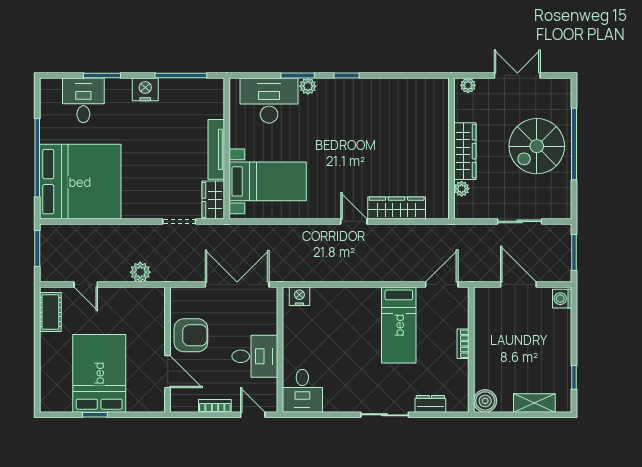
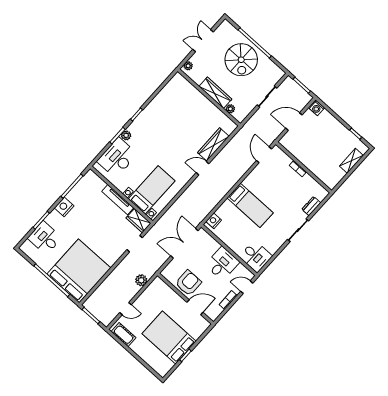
bed: (399, 325) -> (250, 205), moved
boiler: (485, 401) -> (331, 181), removed

